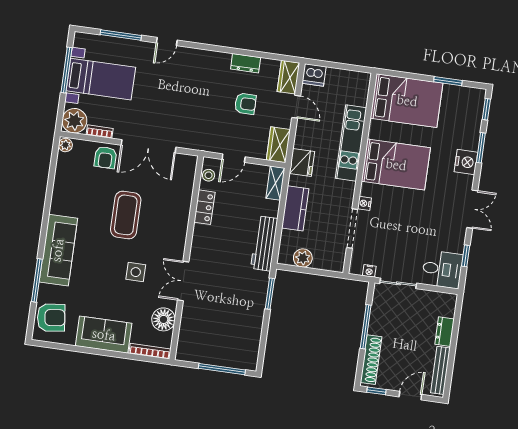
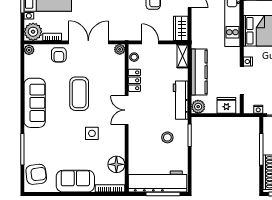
double door: (149, 146) -> (88, 42), swing flipped
door: (234, 158) -> (150, 42), swing flipped
plant: (190, 162) -> (120, 49), added
fridge: (302, 162) -> (226, 105), moved, turned -90
kitchen counter: (295, 208) -> (199, 72), width x1.50
sofa: (58, 250) -> (35, 103), moved
plant: (303, 258) -> (198, 107), moved
double door: (183, 281) -> (127, 110), moved
stool: (239, 292) -> (167, 137), added
workbench: (217, 351) -> (158, 182), added

